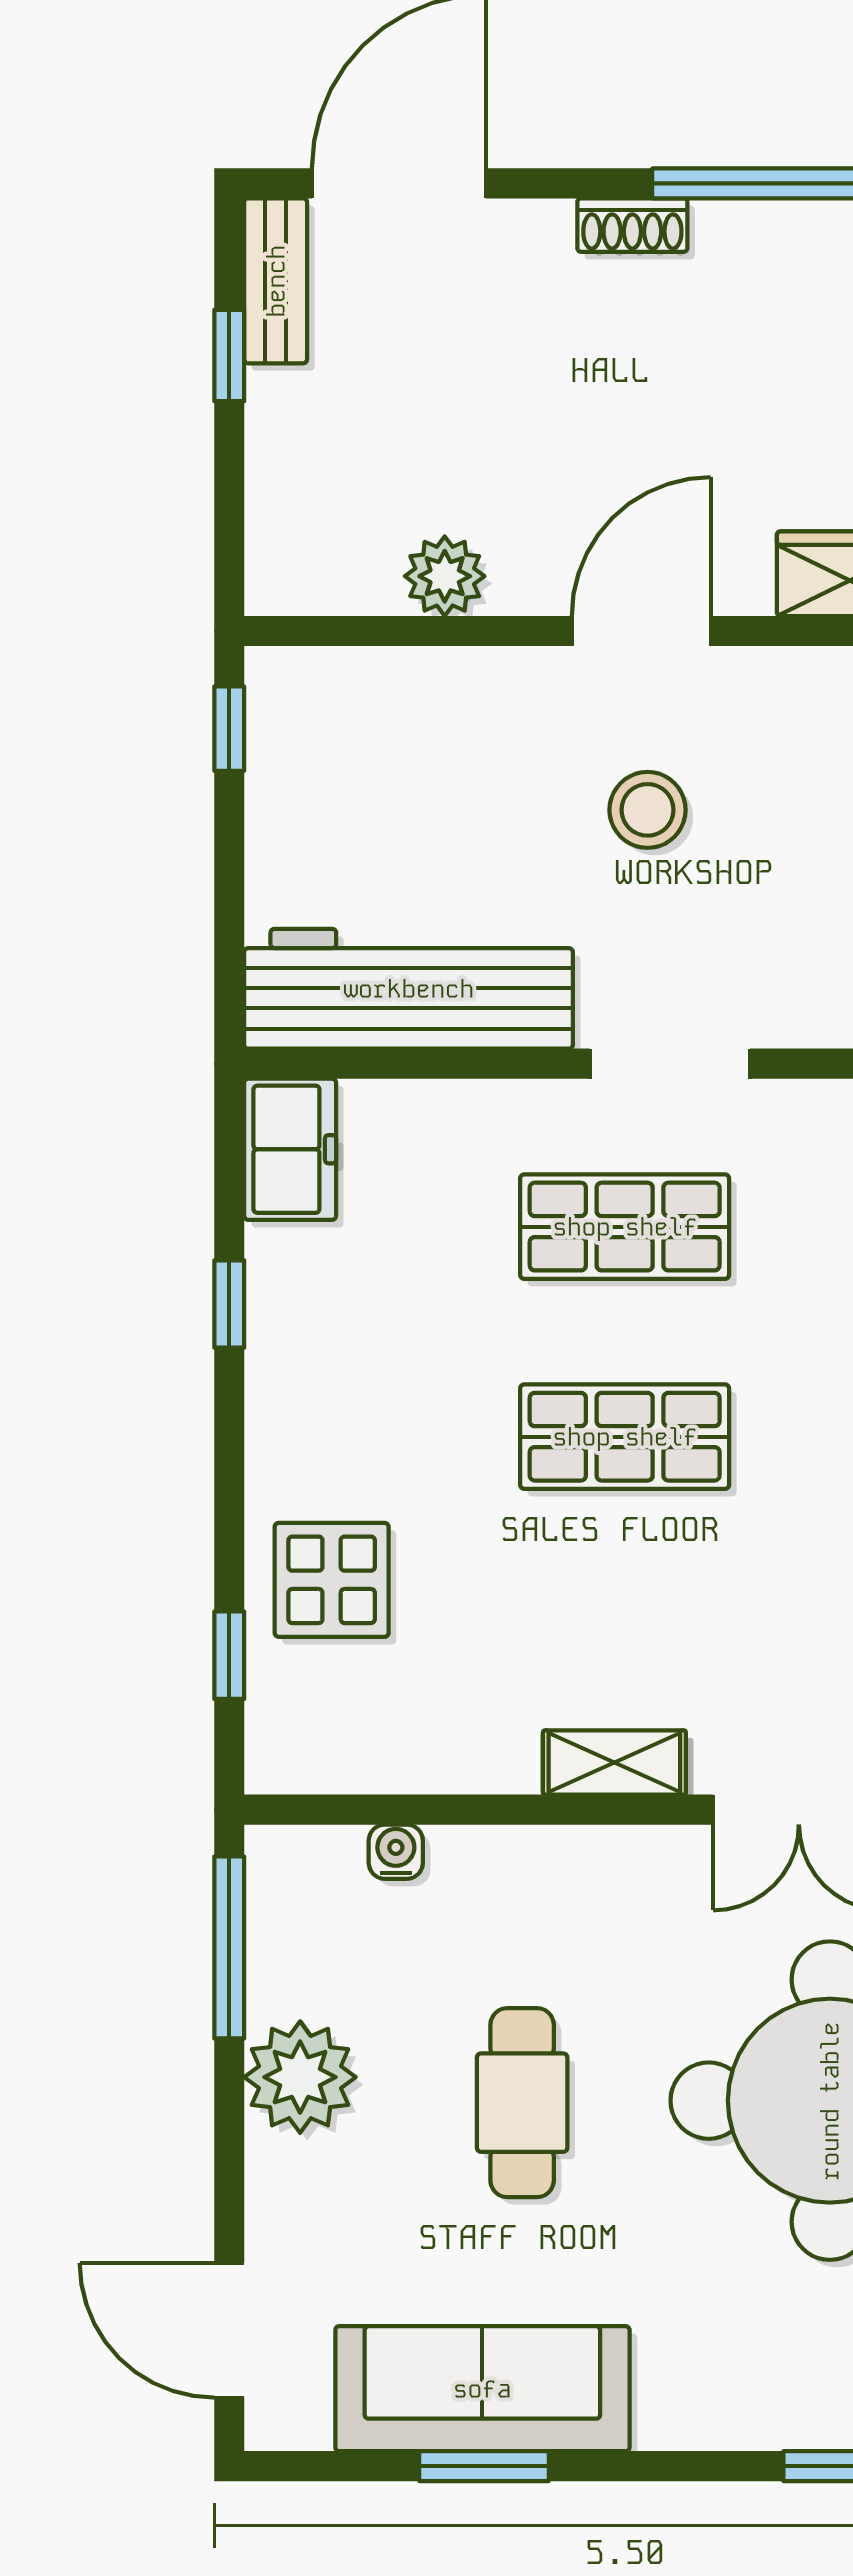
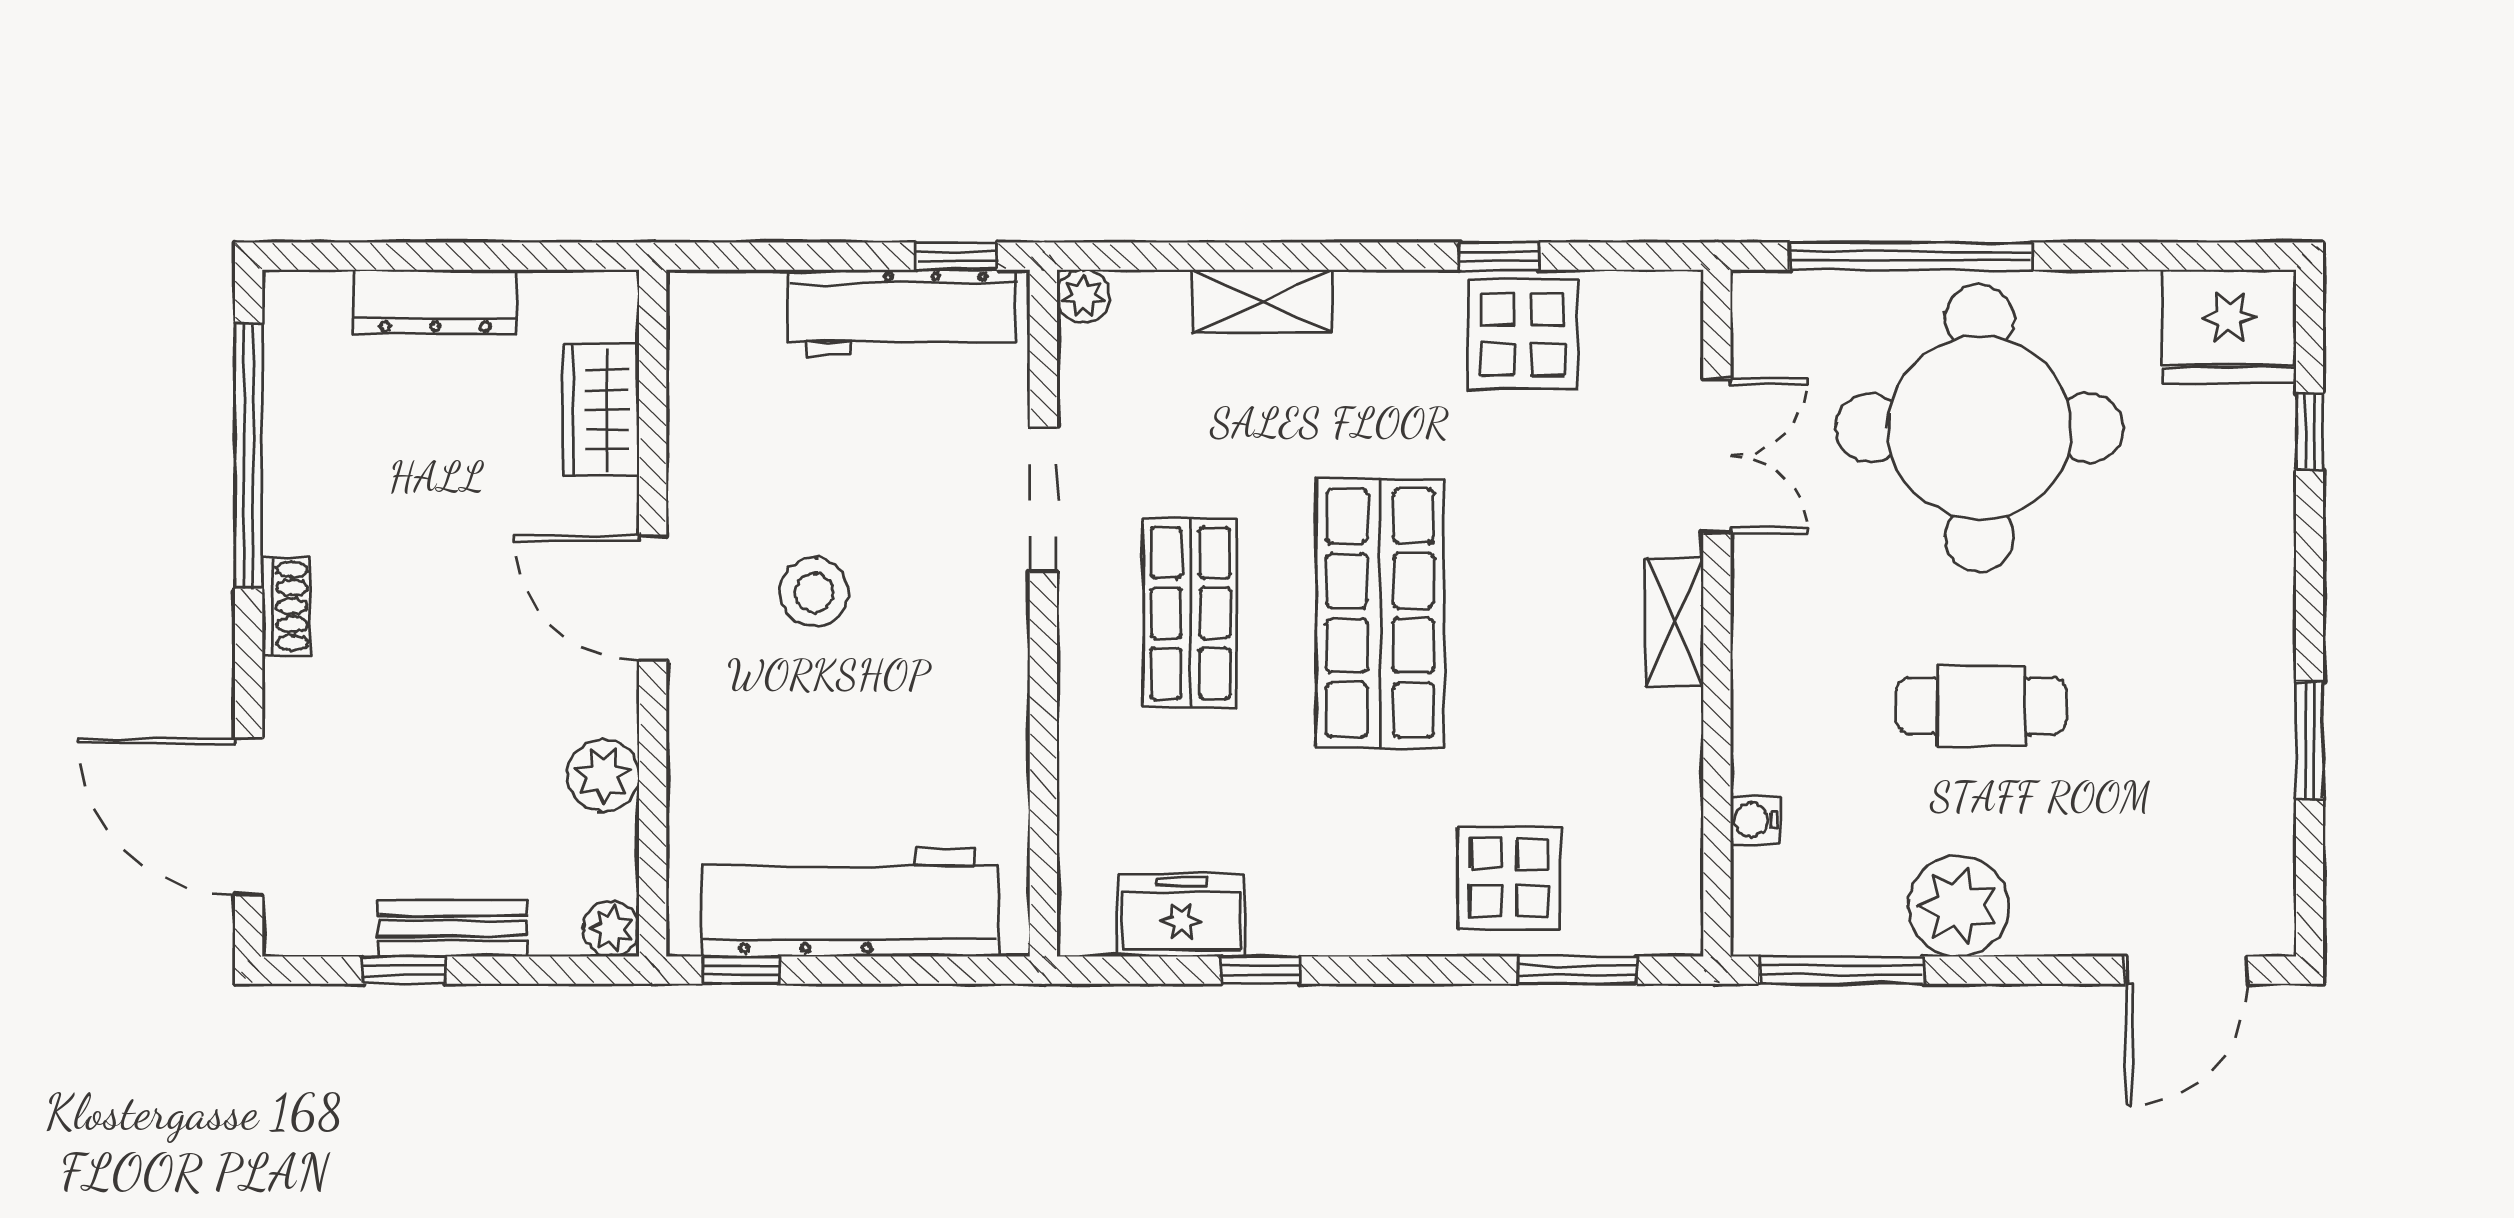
bench: (276, 281) -> (453, 928), moved
plant: (275, 585) -> (611, 929), added
workbench: (409, 989) -> (850, 903), moved, turned 90
doorway: (670, 1064) -> (1043, 499), moved
freezer: (290, 1149) -> (1182, 915), moved
shop shelf: (625, 1437) -> (1380, 613), width x1.43, depth x1.36
window: (229, 1655) -> (1577, 970), width x1.50
sofa: (482, 2389) -> (2240, 742), removed

